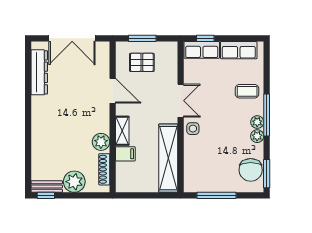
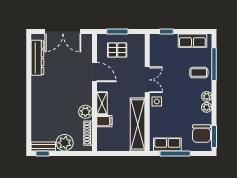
row of seats: (202, 50) -> (167, 145), moved, turned 180
window: (267, 115) -> (214, 64), moved

